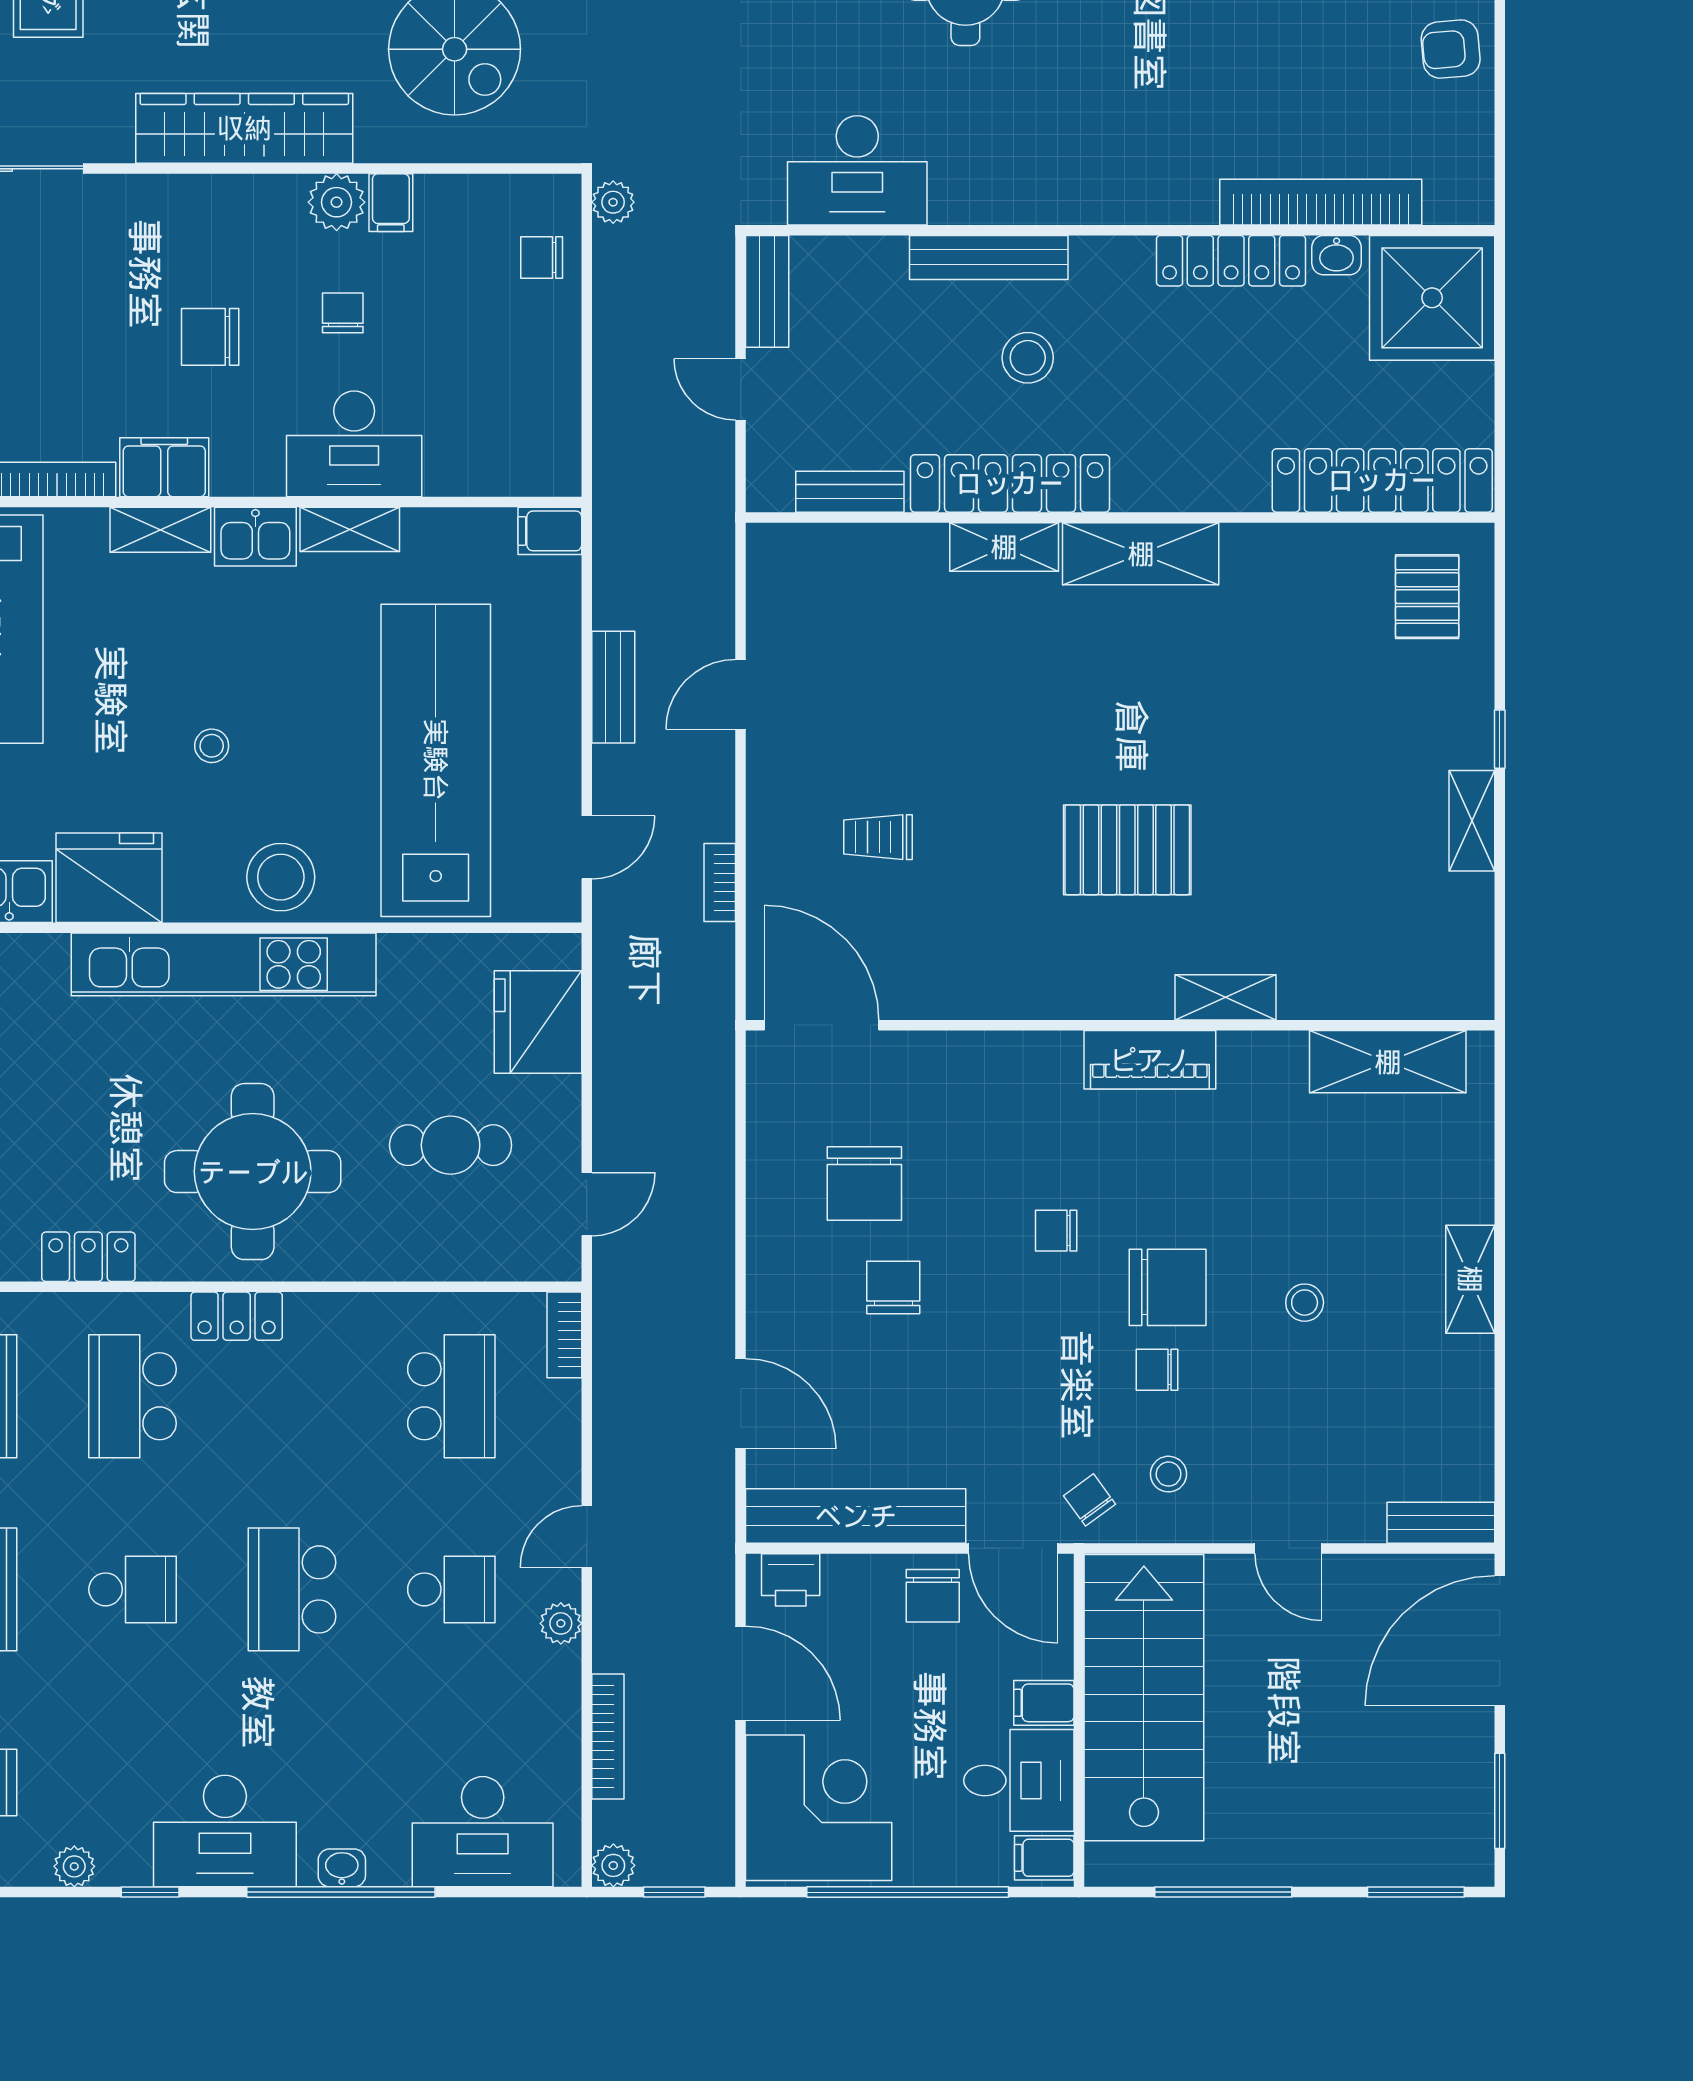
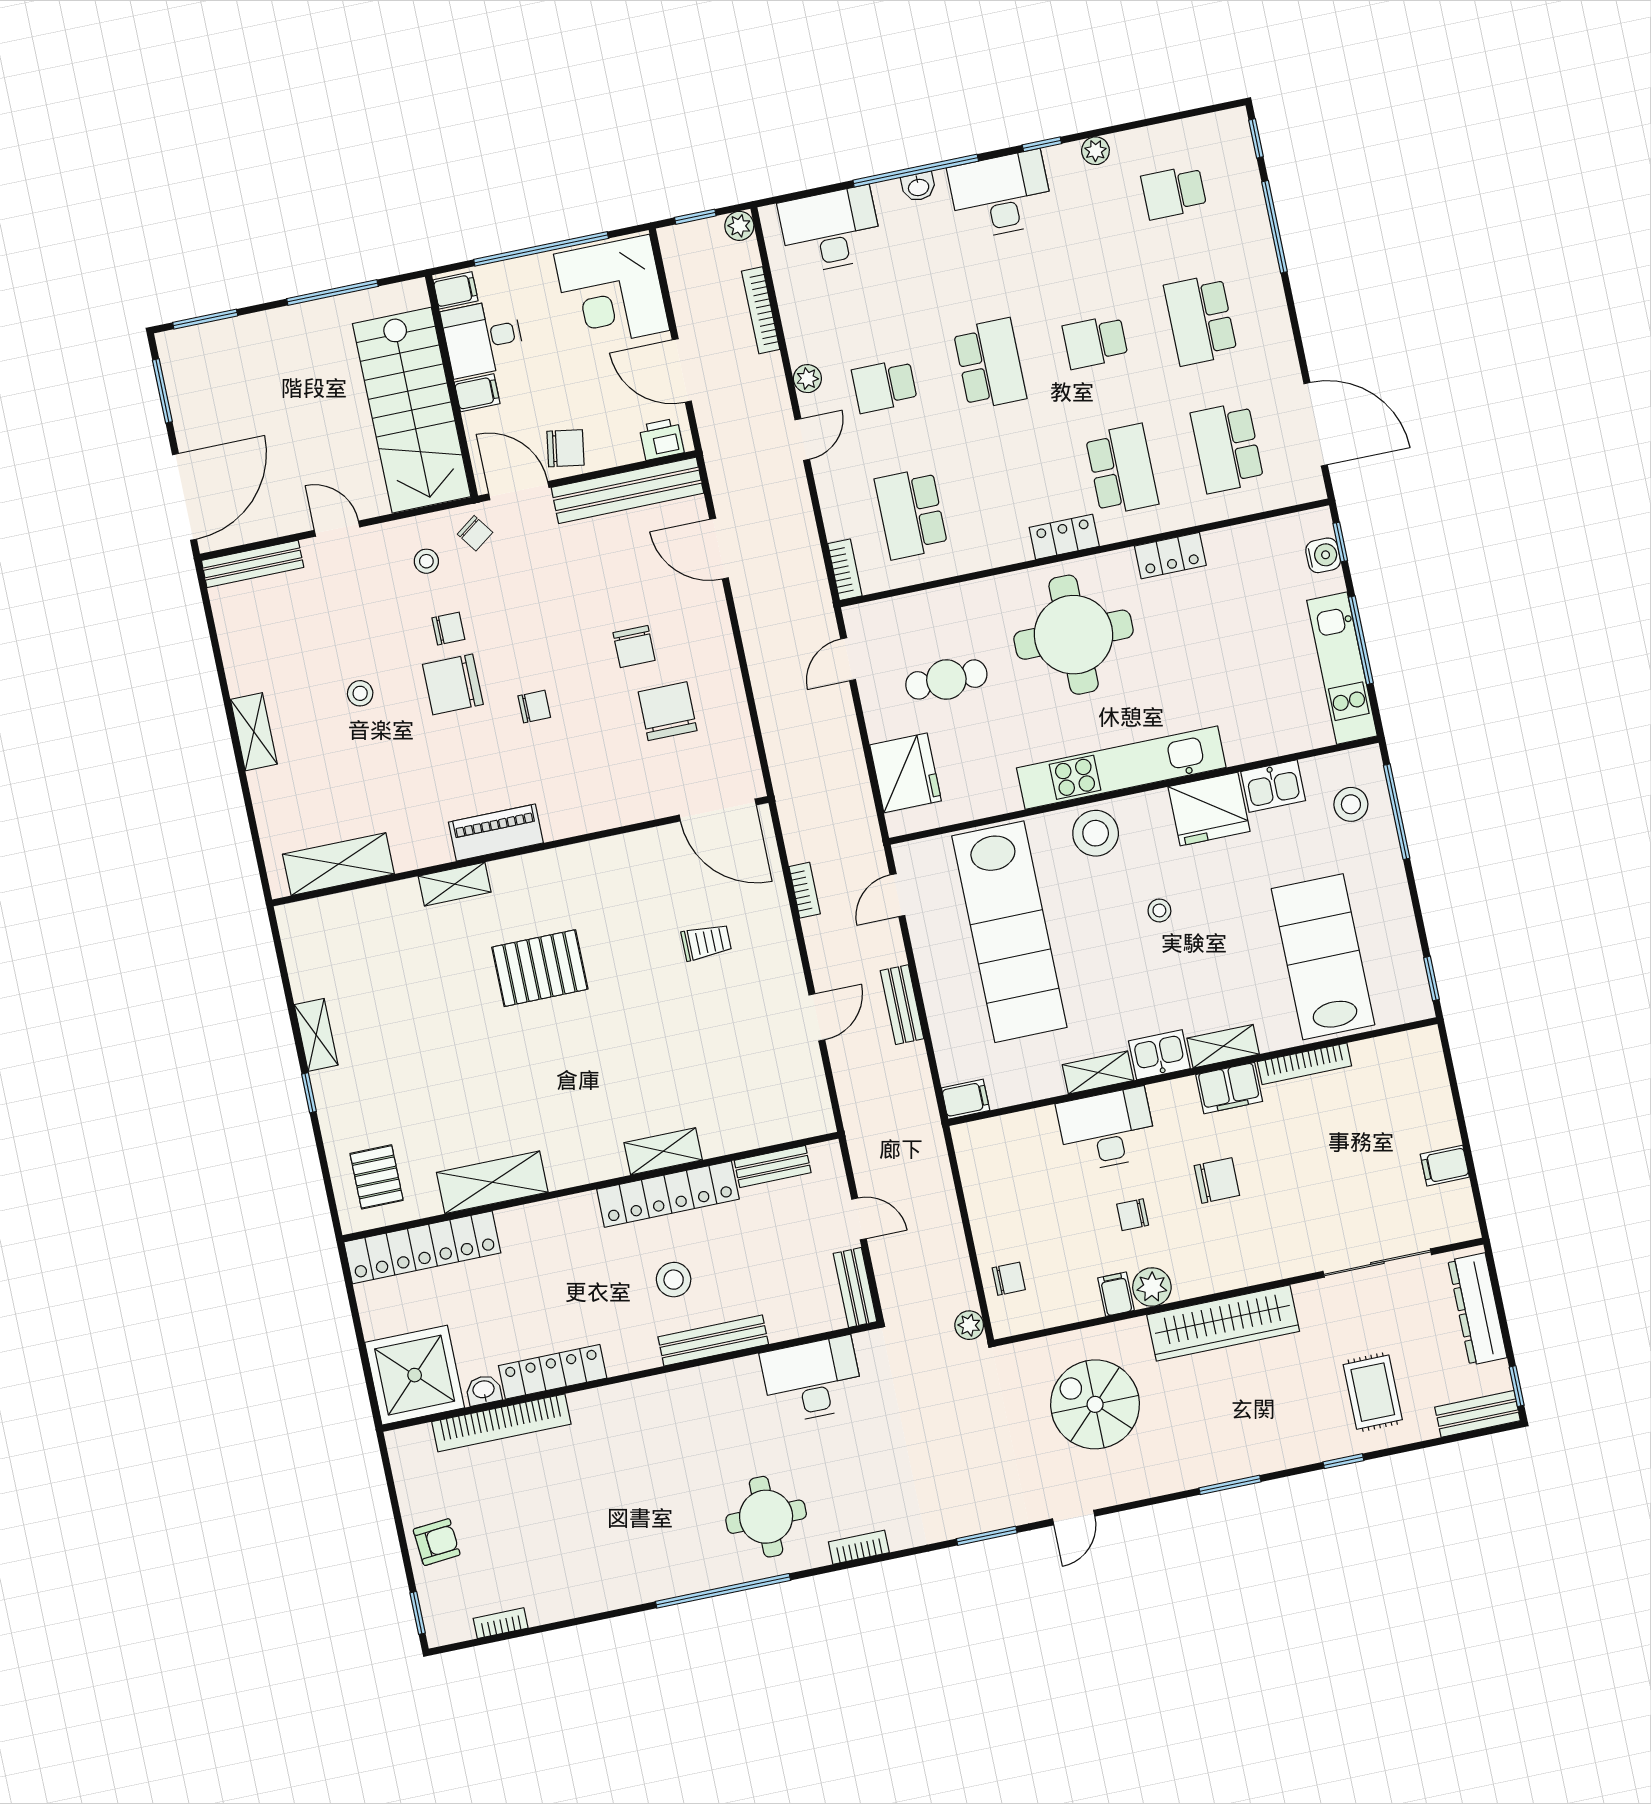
chair: (343, 313) -> (1133, 1215), turned 90
shelving: (1141, 554) -> (492, 1182), moved
bench: (1441, 1523) -> (253, 564), width x1.36
chair: (933, 1596) -> (565, 448), turned 99

